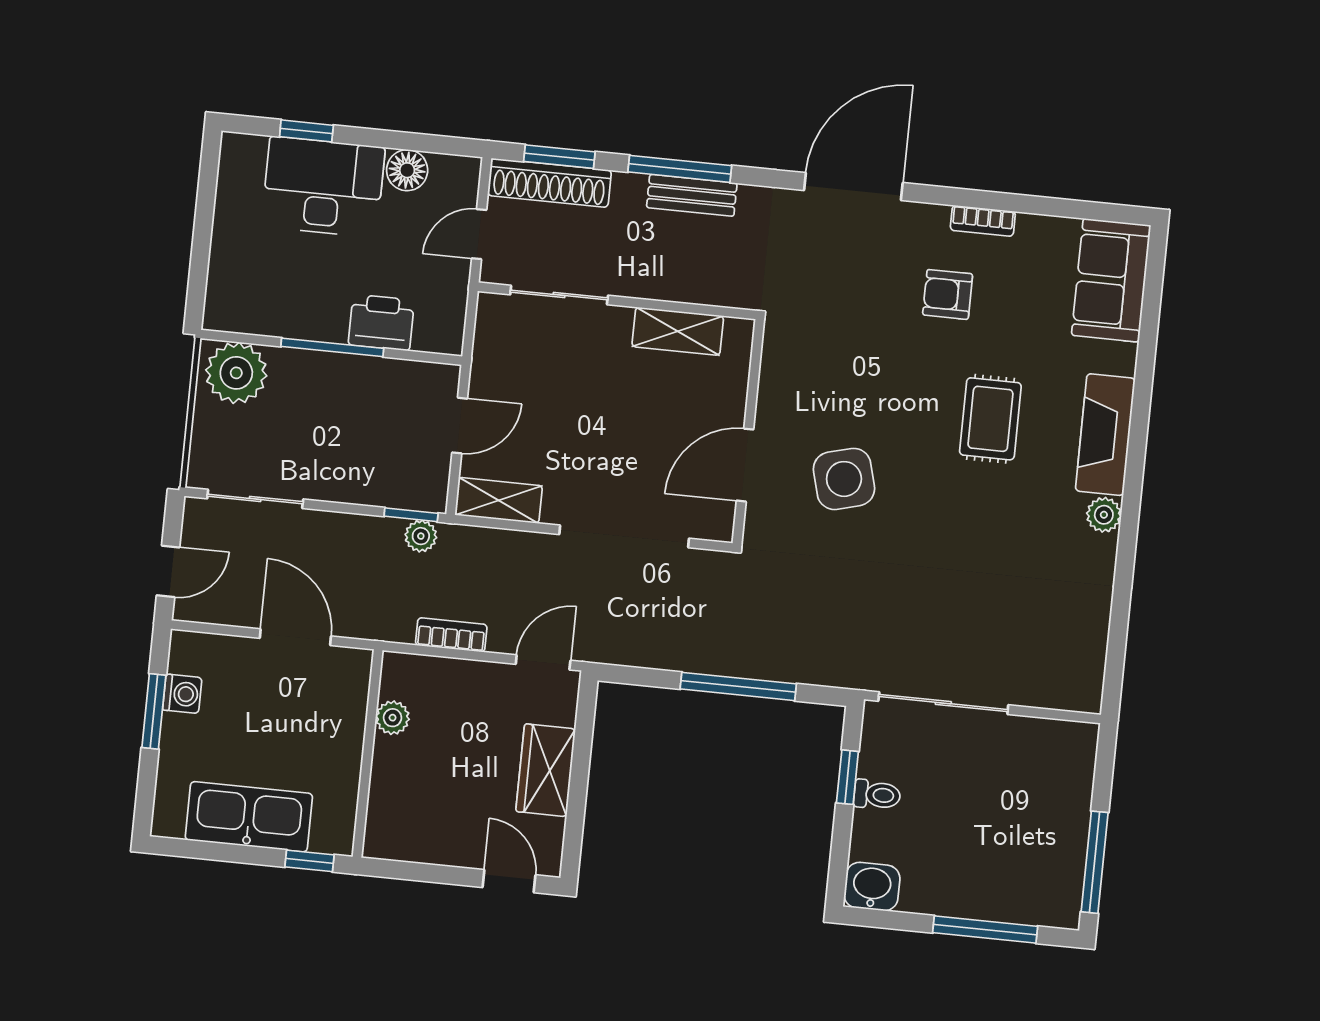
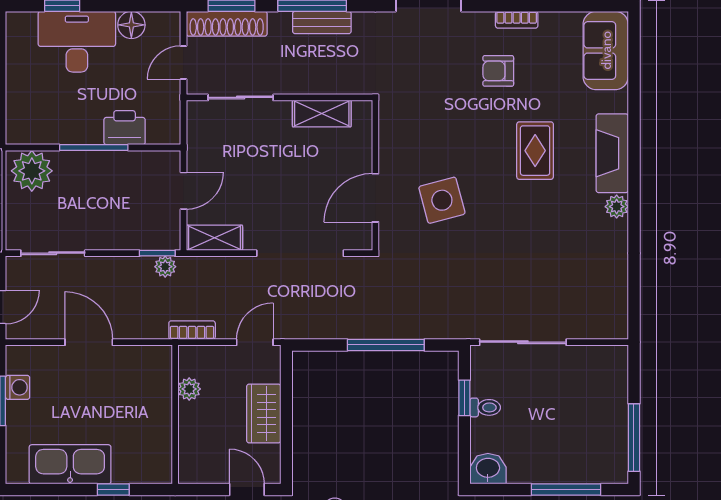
plant: (393, 718) -> (189, 389), moved
wall: (368, 754) -> (175, 414), moved

